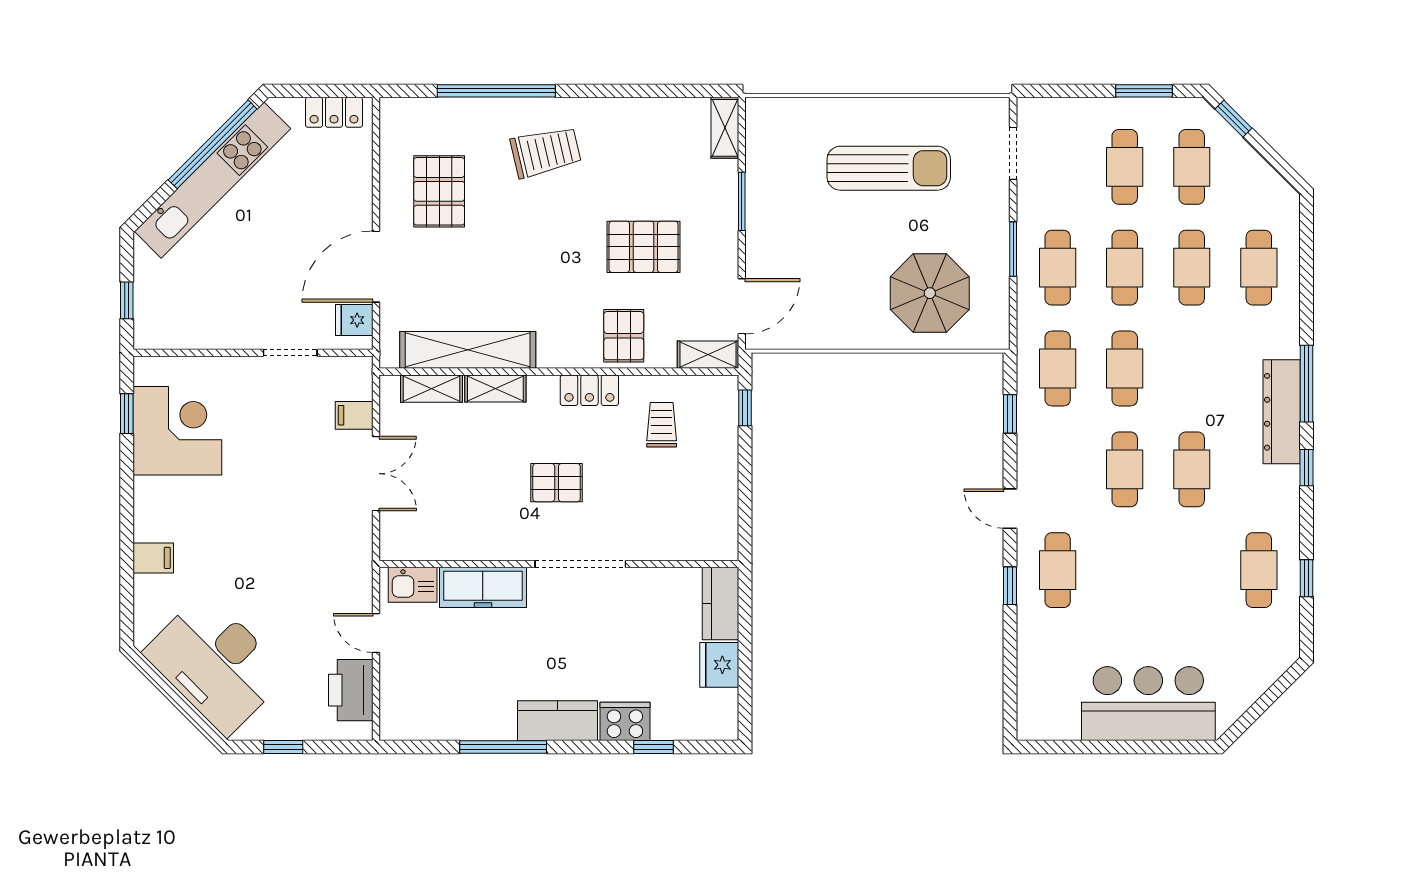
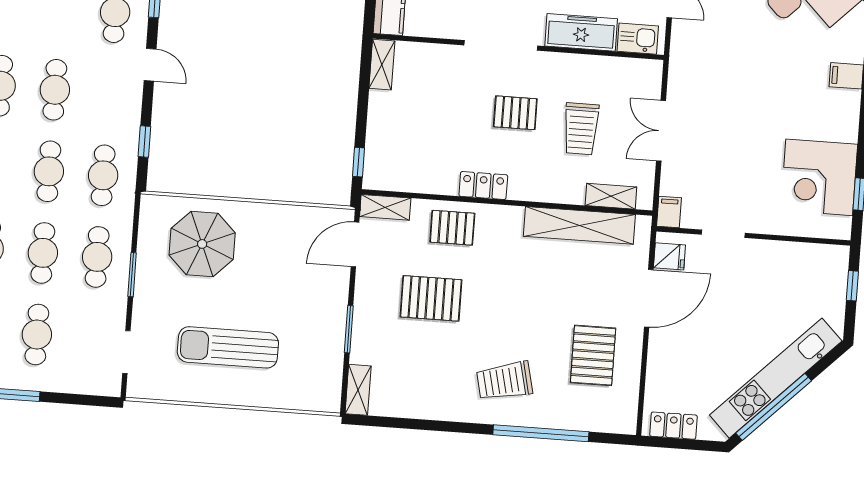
pallet: (624, 336) -> (452, 228), turned 90
shelving: (495, 388) -> (382, 65), moved, turned 90
filing cabinet: (354, 415) -> (669, 212), moved, turned -90
trolley: (662, 425) -> (581, 129), moved, width x1.36, depth x1.39

